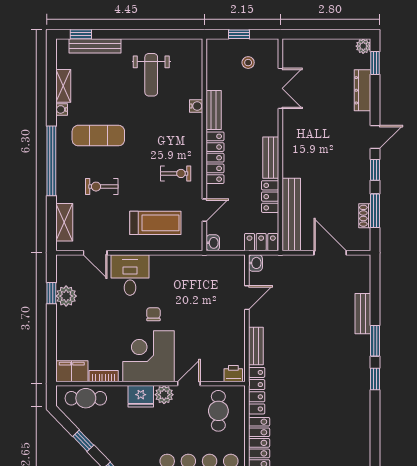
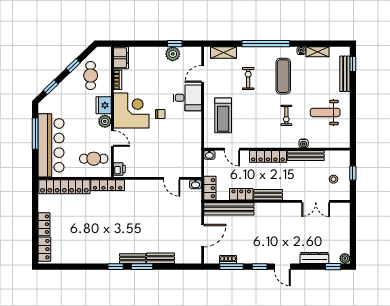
bench: (214, 110) -> (306, 155), width x1.36
exercise bike: (176, 173) -> (286, 115), moved
bench: (256, 346) -> (133, 259), moved
cafe table: (86, 398) -> (91, 75), moved

